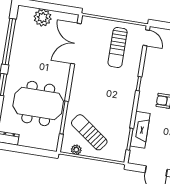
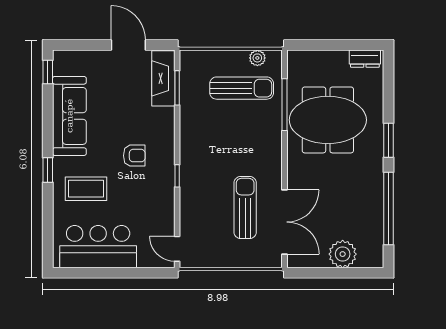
sun lounger: (118, 47) -> (245, 208), moved
fireplace: (140, 130) -> (163, 78), moved
sun lounger: (89, 132) -> (242, 88), turned -36

